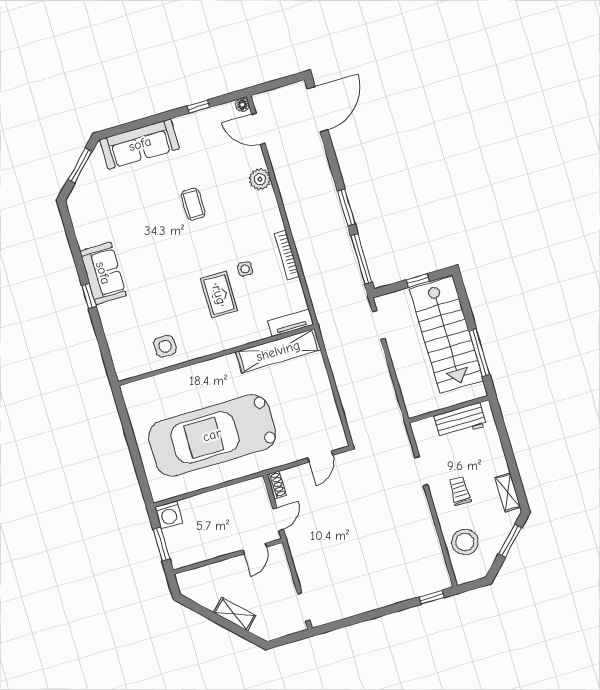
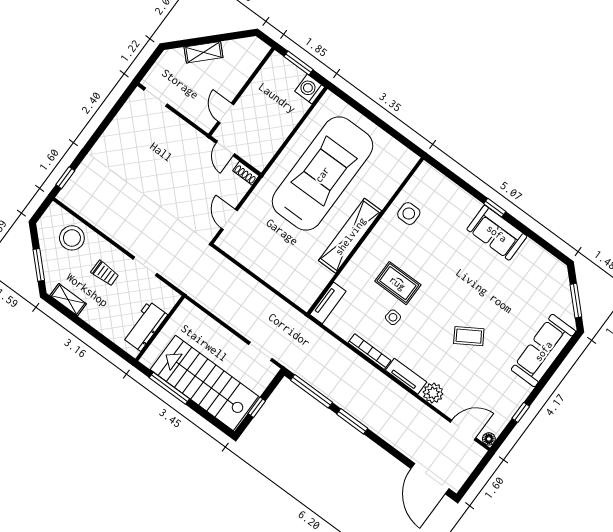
coffee table: (193, 204) -> (469, 336), turned -32
tv unit: (272, 211) -> (406, 376), added
shelving: (278, 351) -> (350, 236), moved

